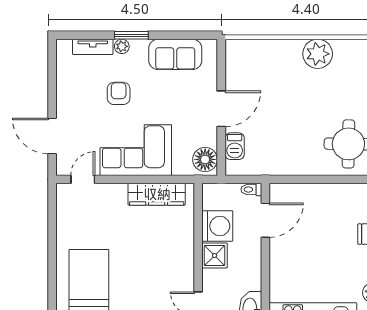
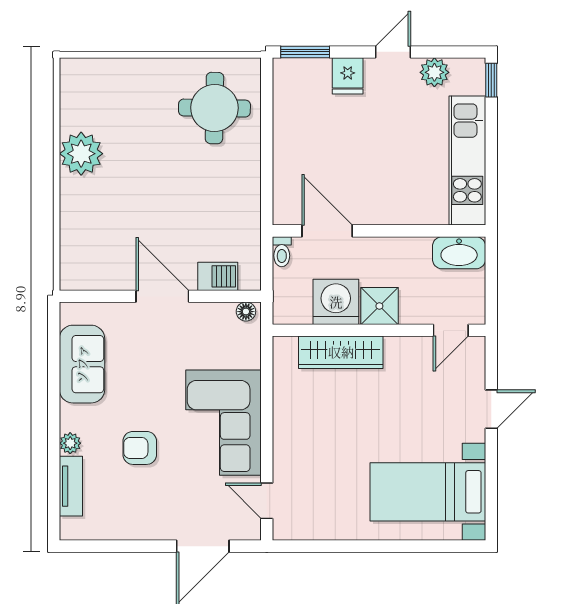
window: (131, 35) -> (54, 429), removed
floor lamp: (205, 159) -> (246, 312), width x0.53, depth x0.53
wardrobe: (157, 194) -> (341, 352), moved, turned 90

